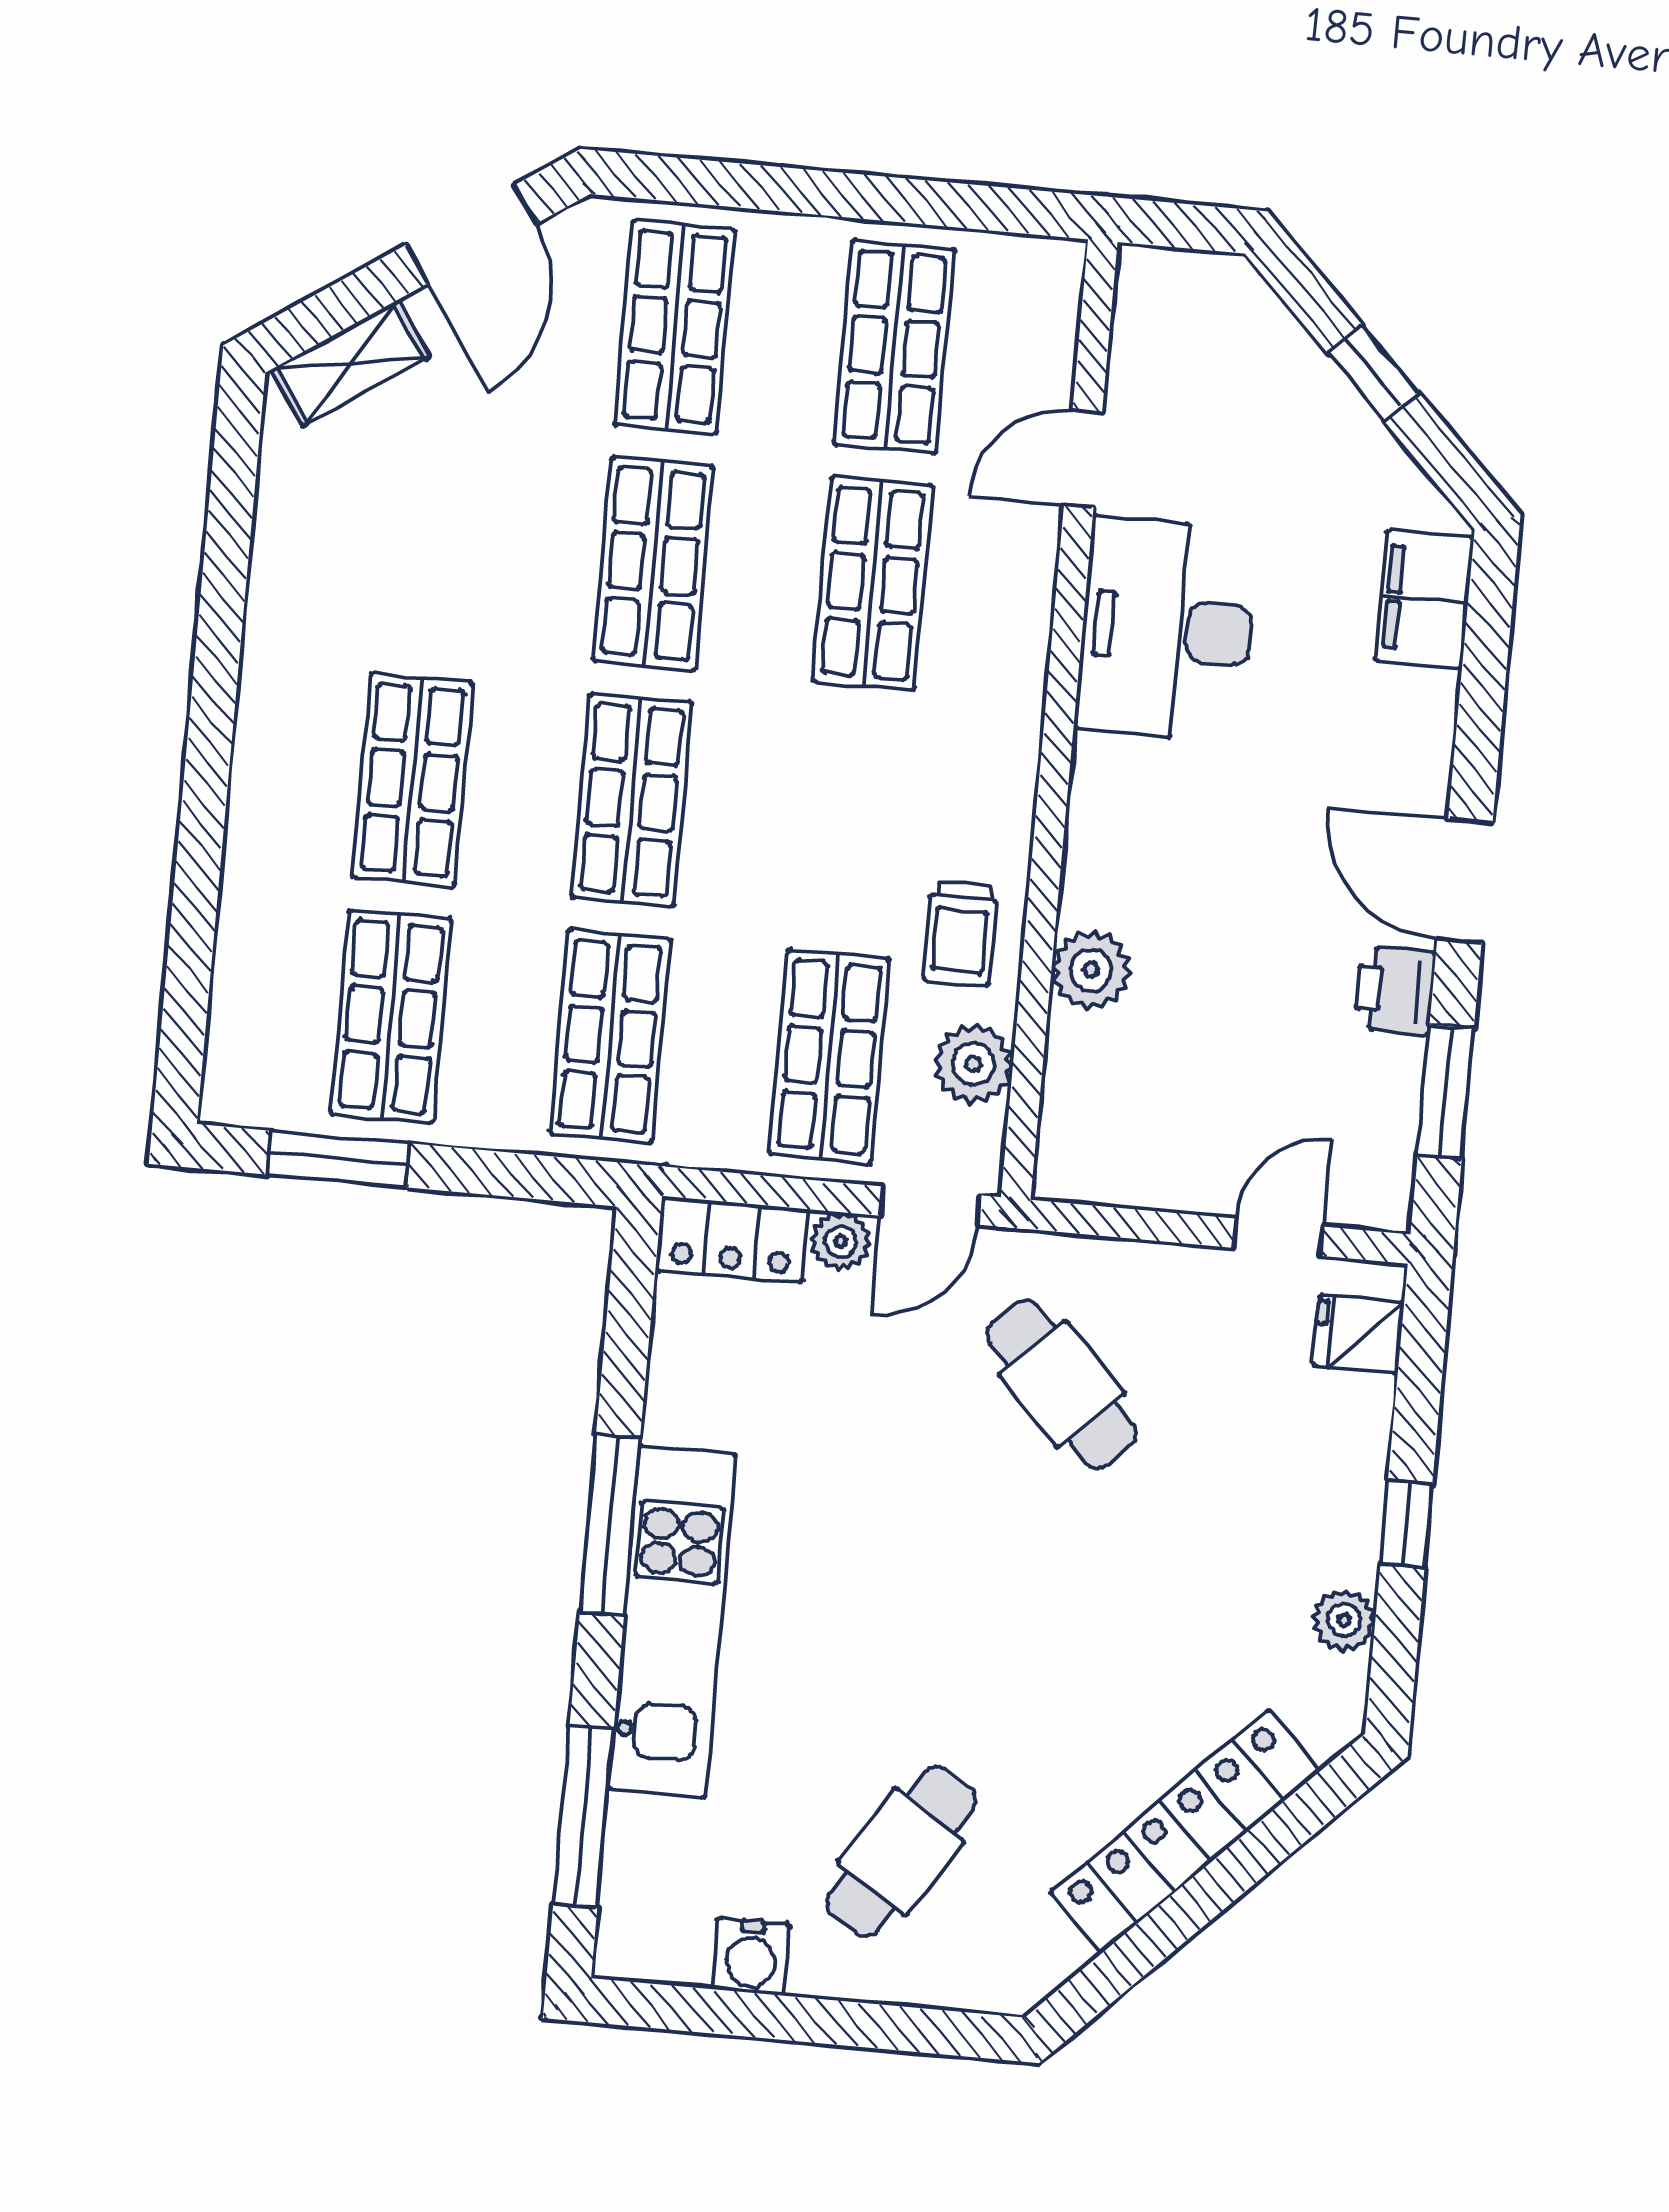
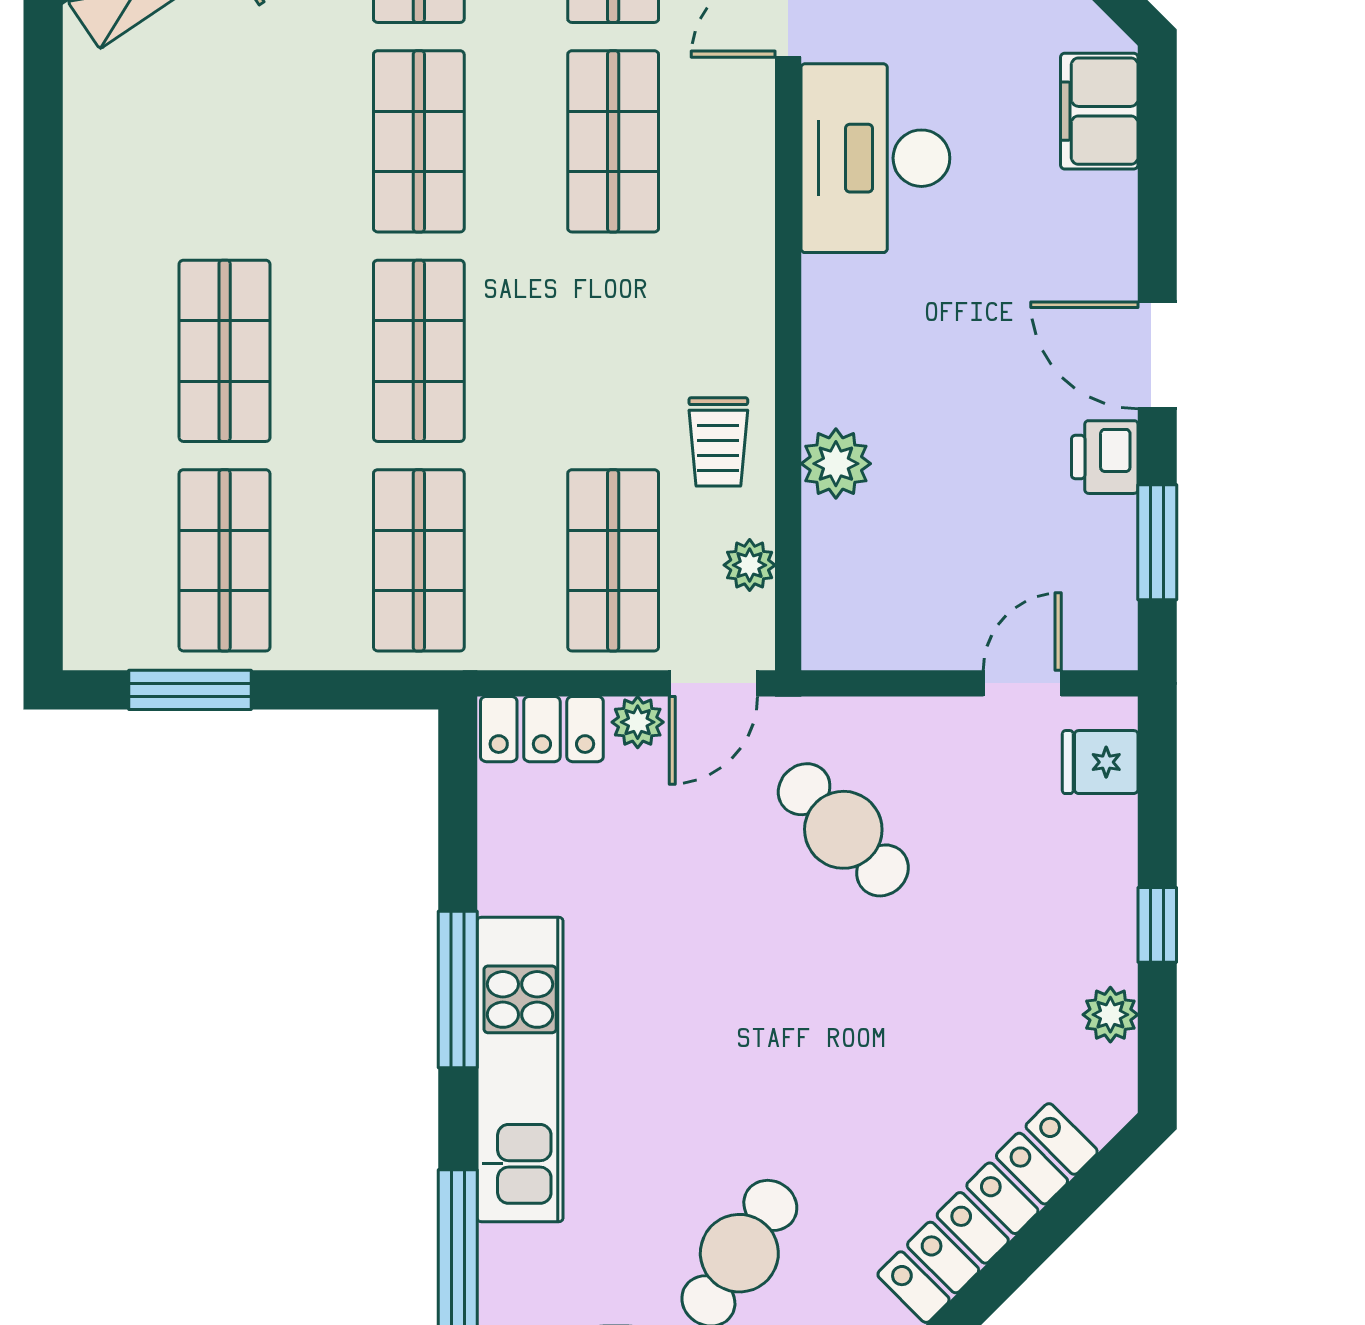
plant: (973, 1064) -> (750, 565), width x0.73, depth x0.73

